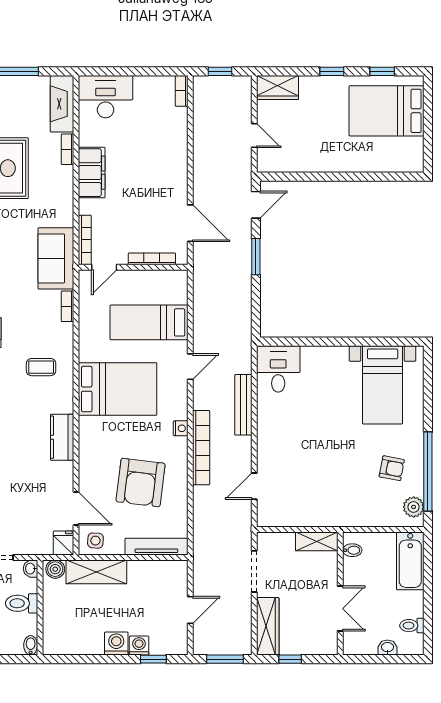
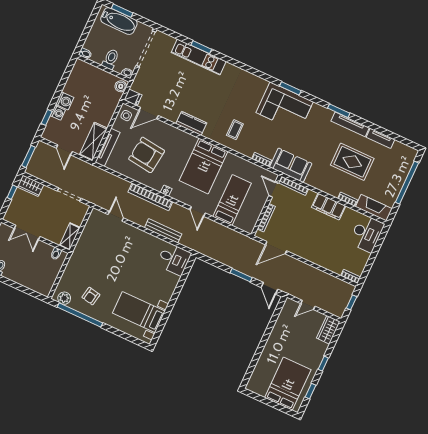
bathtub: (410, 561) -> (35, 283), removed
shelving: (96, 572) -> (93, 142), moved
wardrobe: (268, 626) -> (30, 186), width x0.67

